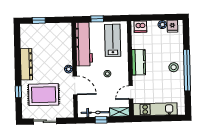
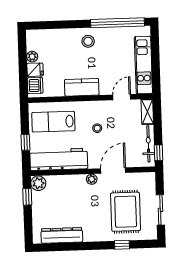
window: (39, 20) -> (27, 197), moved
fridge: (172, 26) -> (35, 70), moved
plant: (66, 28) -> (38, 183), added
dresser: (26, 64) -> (62, 235), moved
window: (187, 70) -> (118, 23), moved
door: (131, 92) -> (122, 97), swing flipped
window: (101, 120) -> (159, 153), moved

